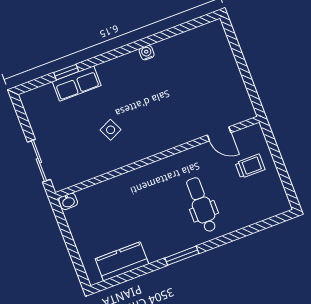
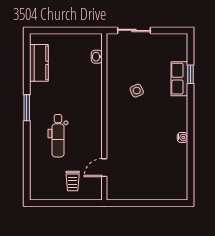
washbasin: (68, 201) -> (97, 57), moved
dental chair: (202, 205) -> (58, 136), turned 90

